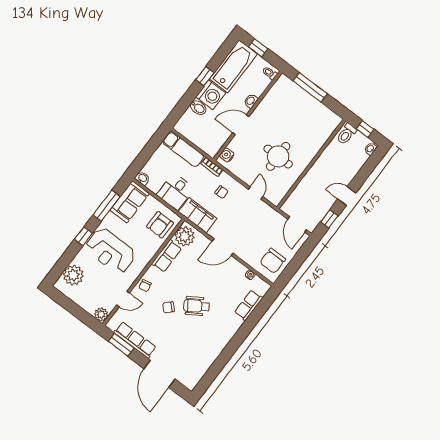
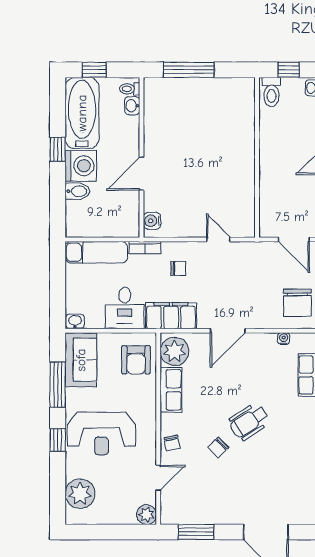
washbasin: (251, 101) -> (132, 106), moved
round table: (278, 156) -> (212, 178), removed
row of seats: (135, 340) -> (208, 514), removed

